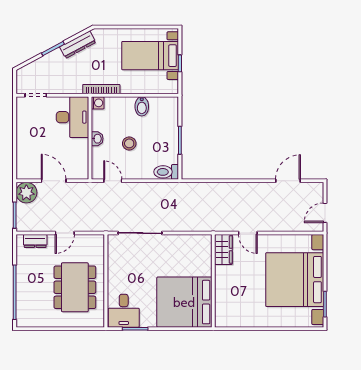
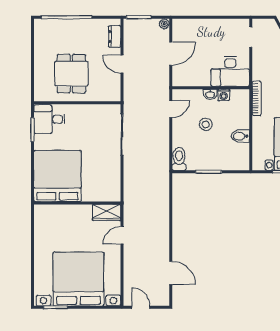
washing machine: (98, 103) -> (224, 95), moved
plant: (26, 193) -> (164, 24), width x0.53, depth x0.53
dining table: (75, 287) -> (71, 74), width x0.73

